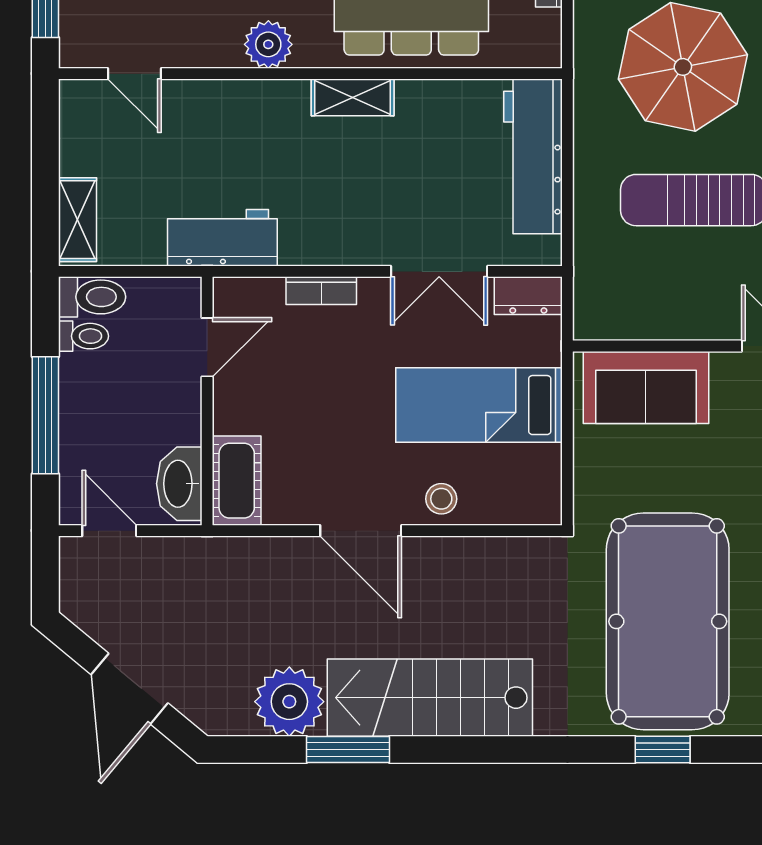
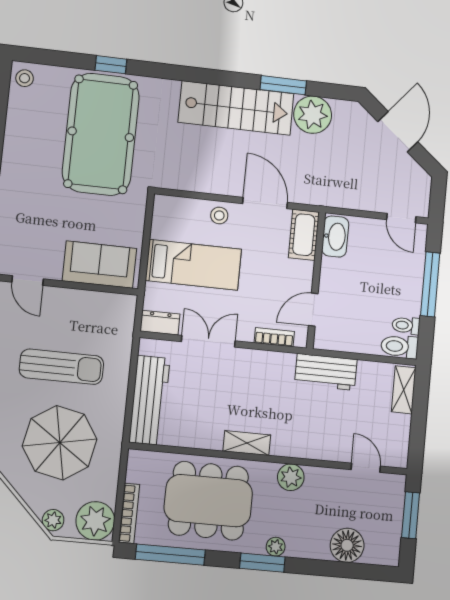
door: (207, 347) -> (313, 310), moved
wall: (207, 401) -> (316, 280), moved
cot: (237, 481) -> (304, 235), moved
washbasin: (179, 484) -> (335, 237), moved

